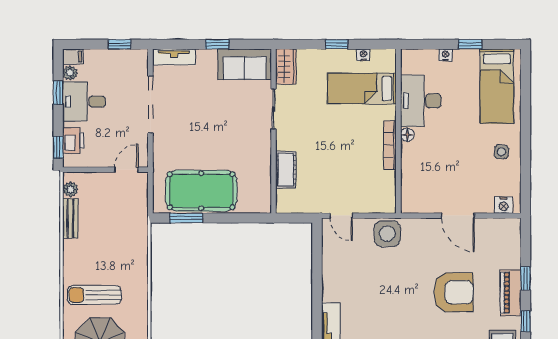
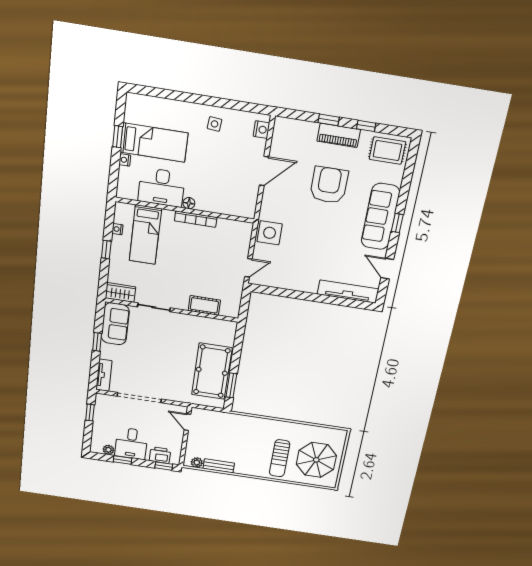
filing cabinet: (73, 57) -> (96, 446), removed
bed: (497, 86) -> (154, 143), moved

